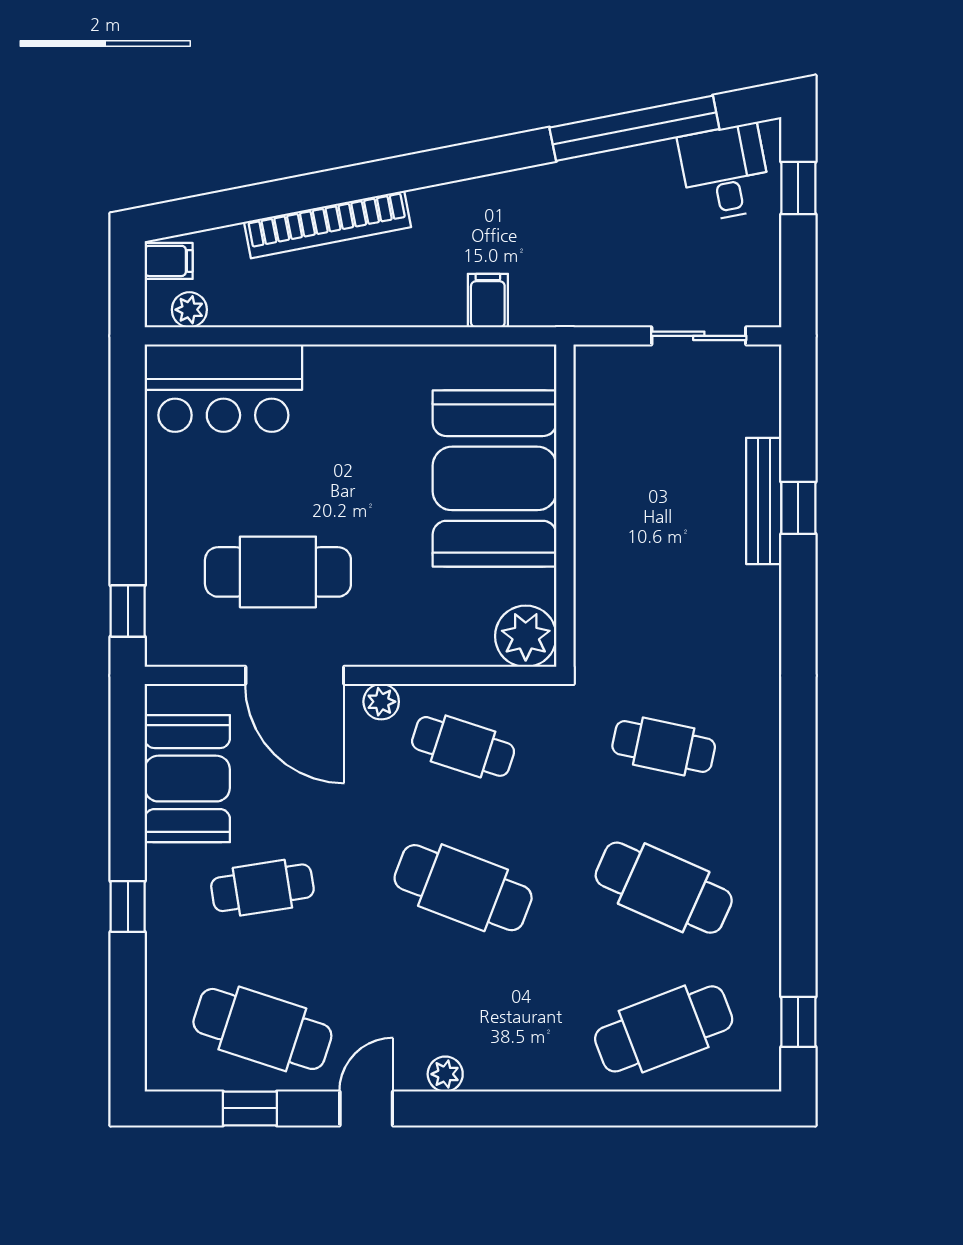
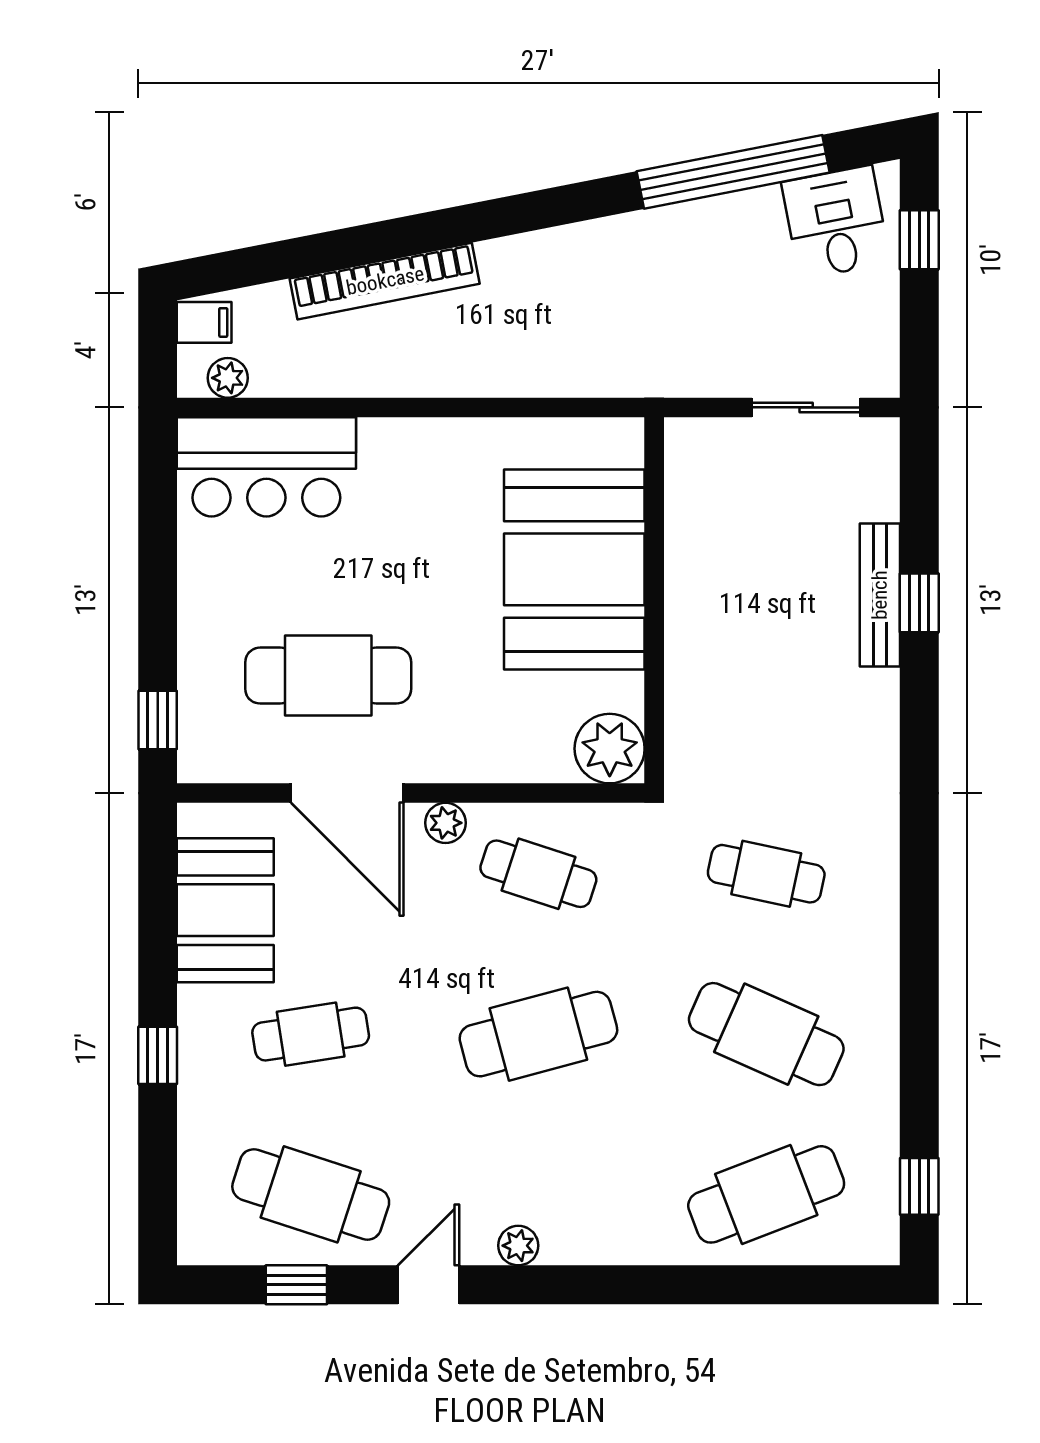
filing cabinet: (488, 301) -> (567, 367), removed
cafe table: (463, 888) -> (538, 1034), turned -36

